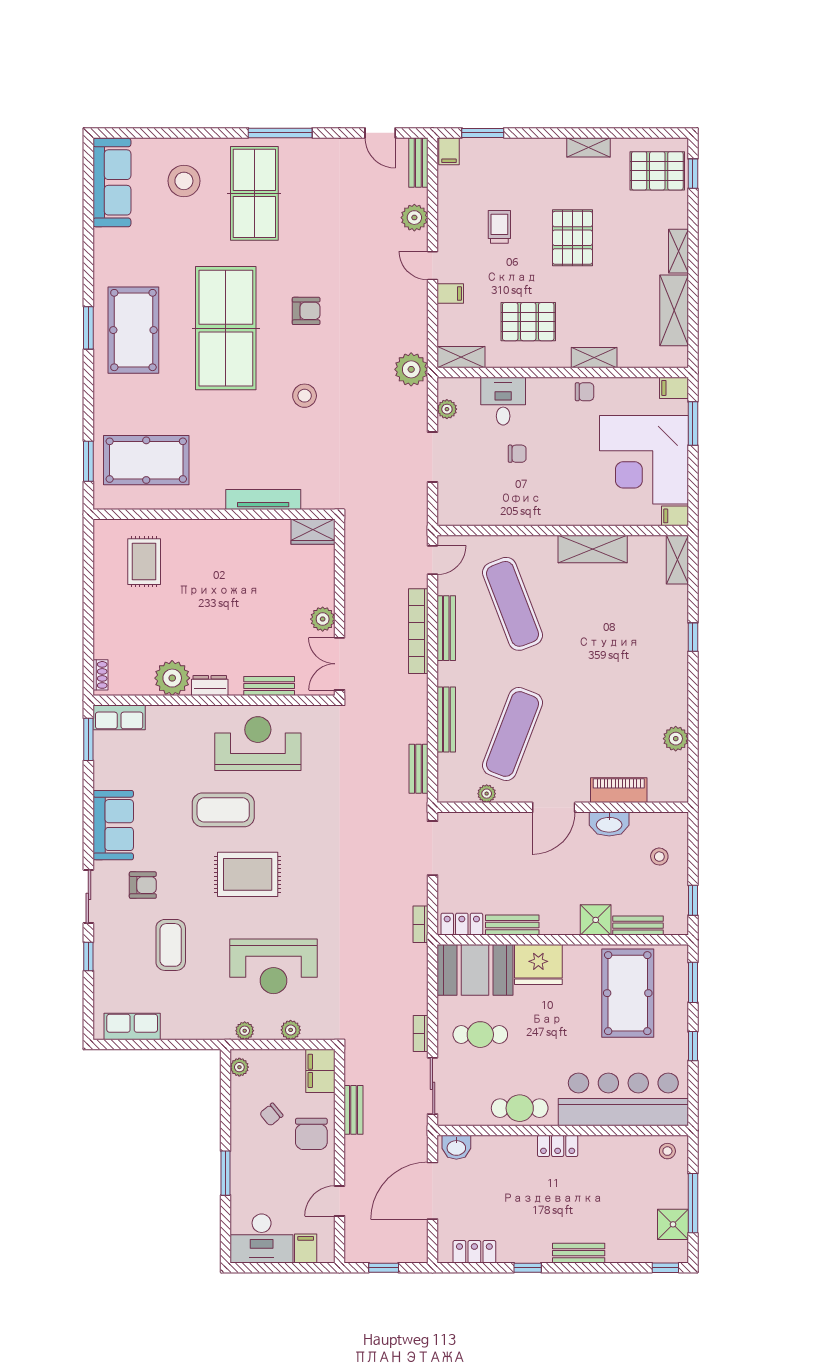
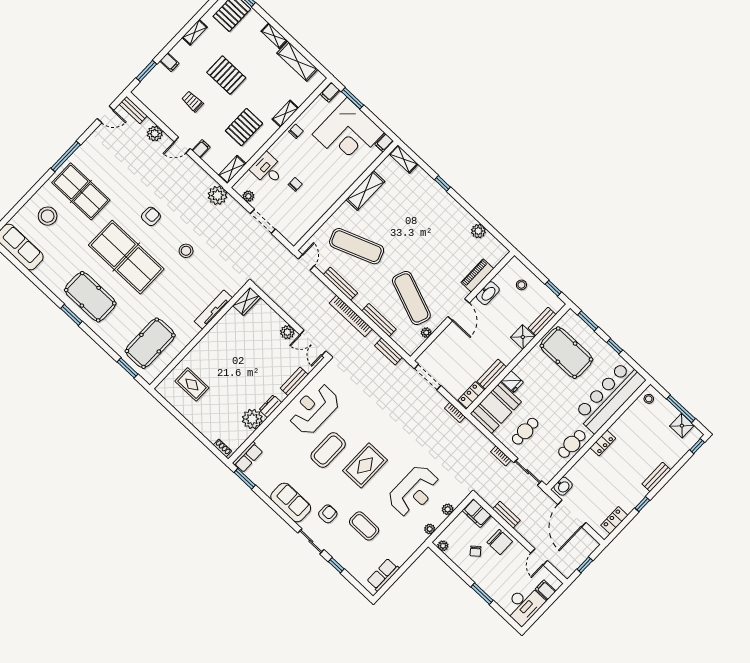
filing cabinet: (449, 151) -> (169, 62), moved
bookcase: (418, 631) -> (351, 316), moved
fridge: (538, 965) -> (512, 382), width x0.53, depth x0.75

